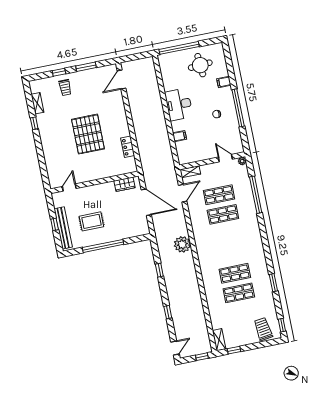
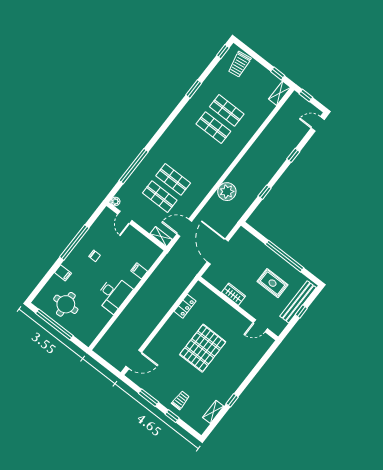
window: (179, 48) -> (54, 324), moved
wardrobe: (124, 184) -> (234, 294), moved

